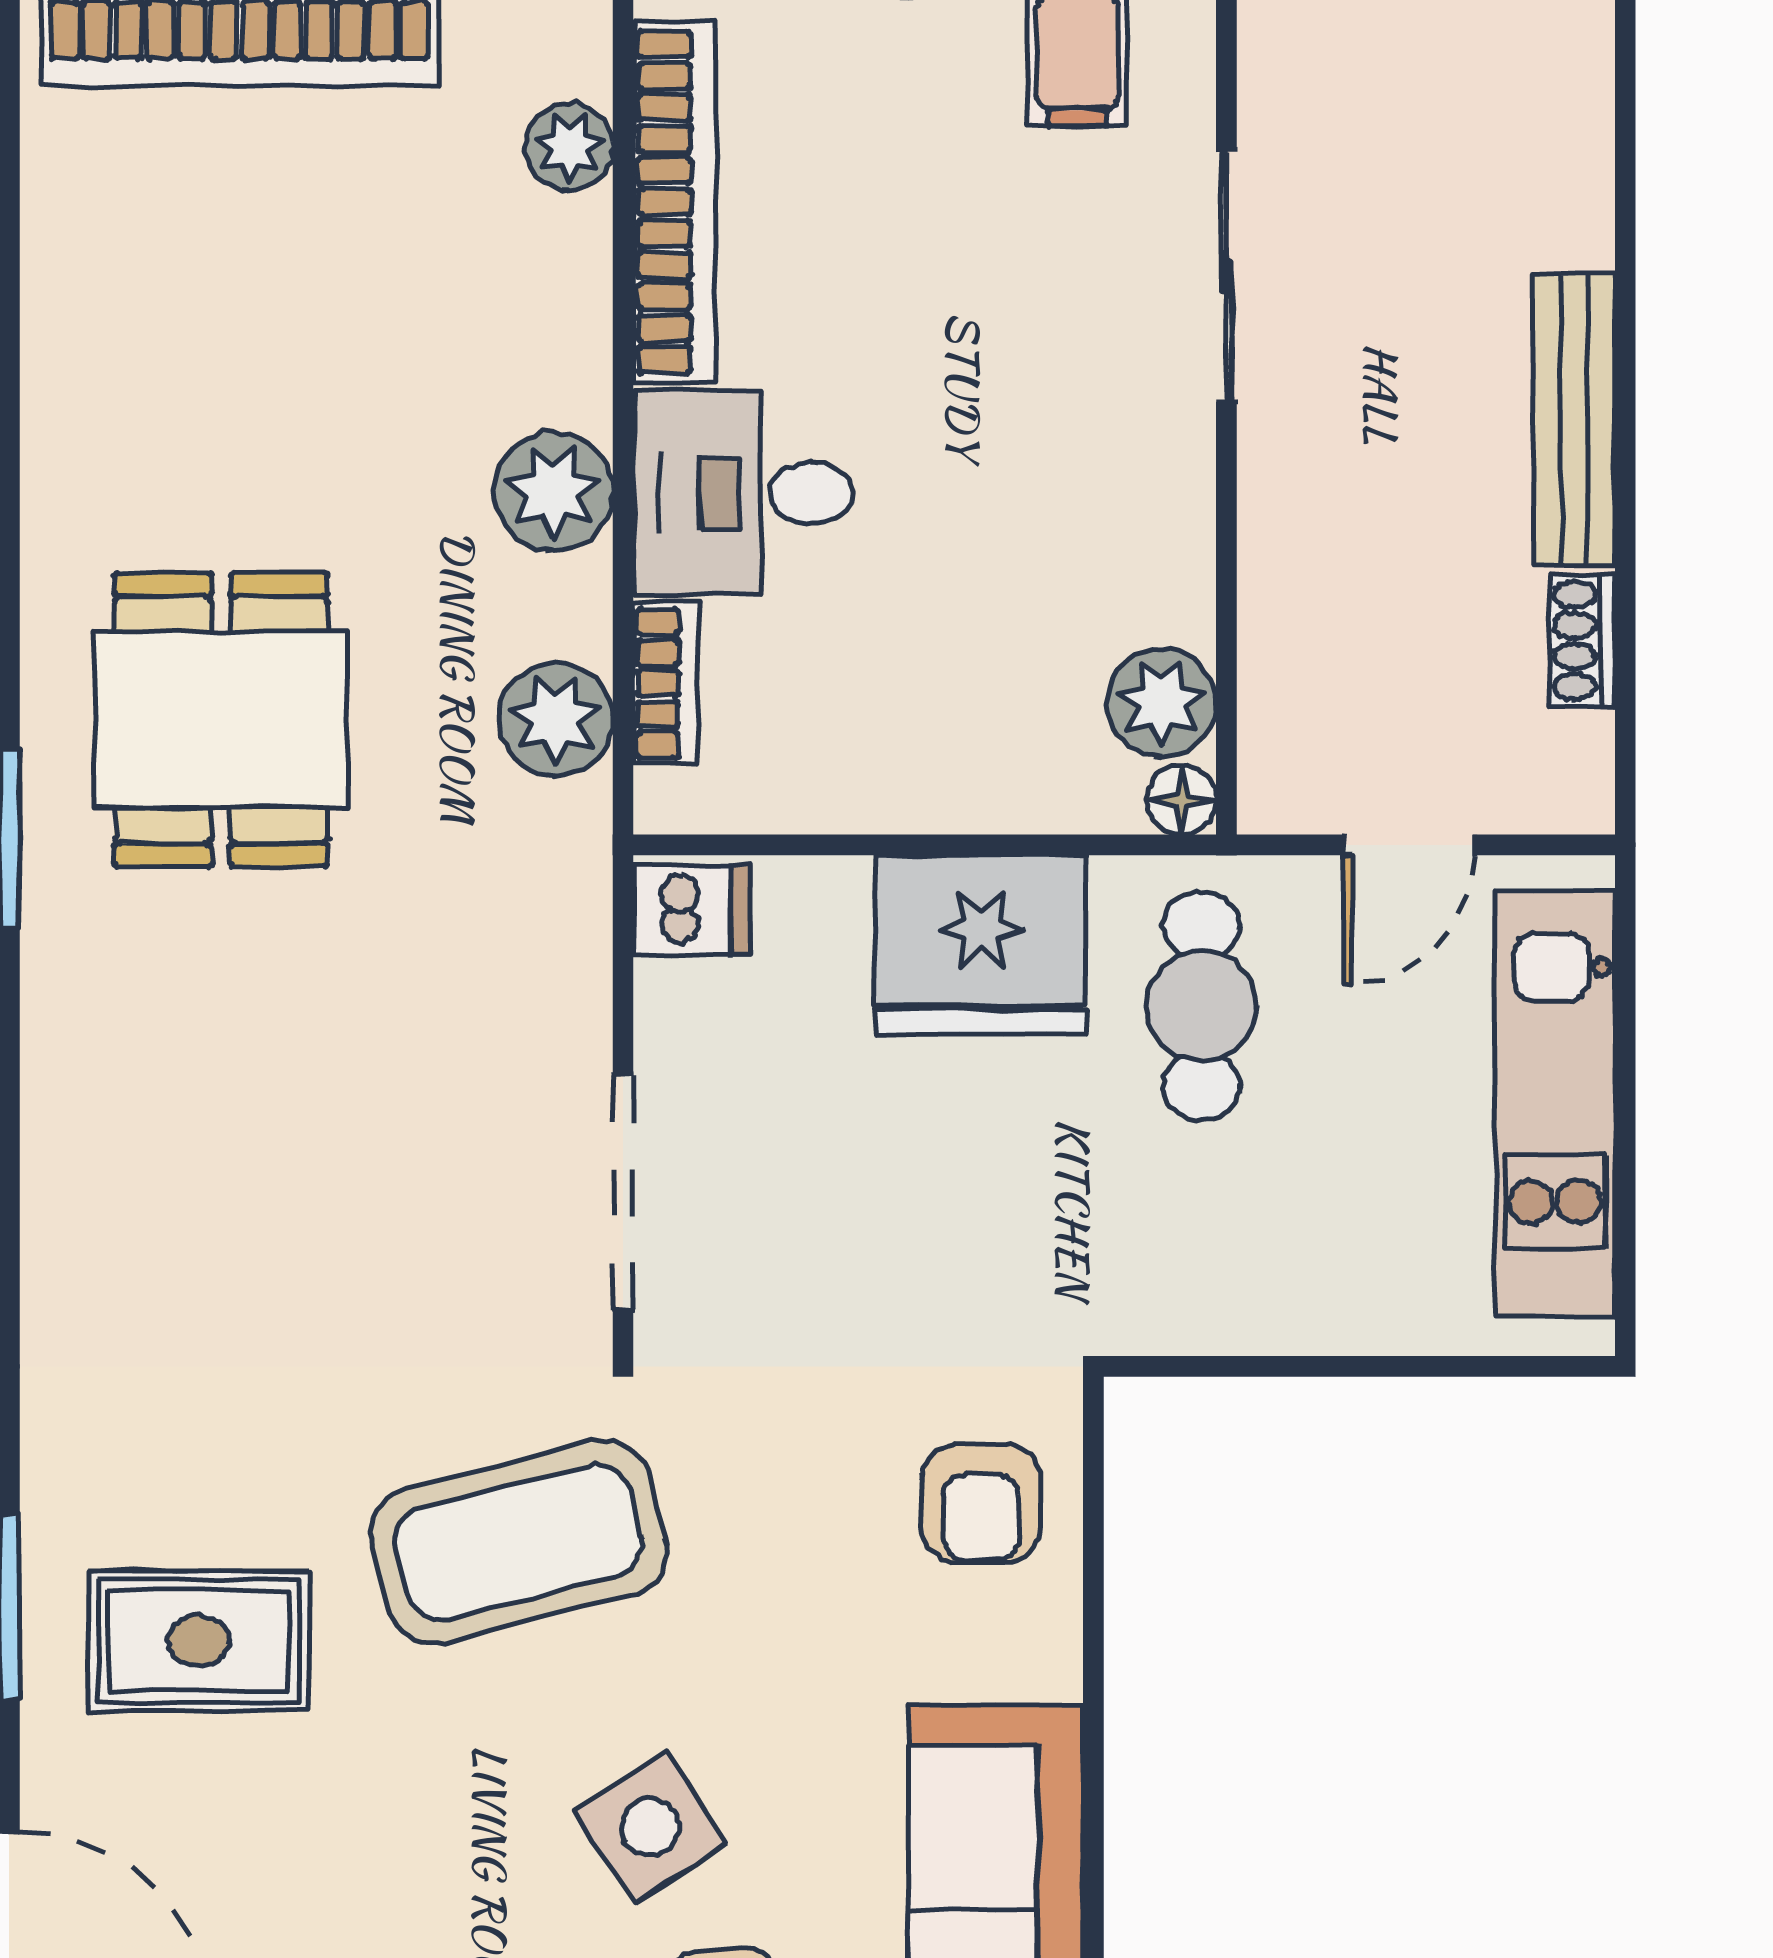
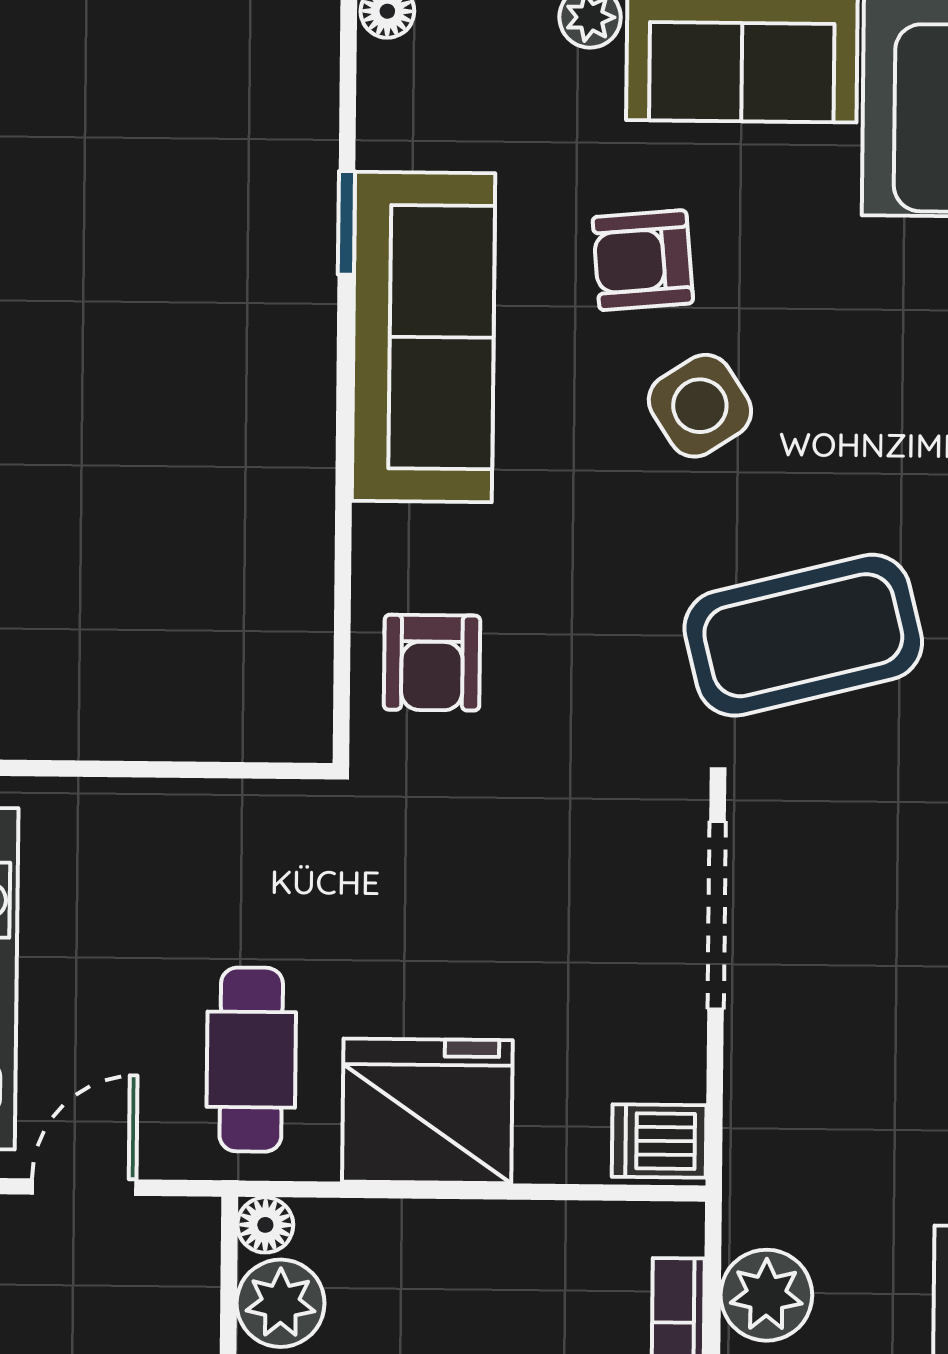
armchair: (981, 1503) -> (432, 663), turned 180

